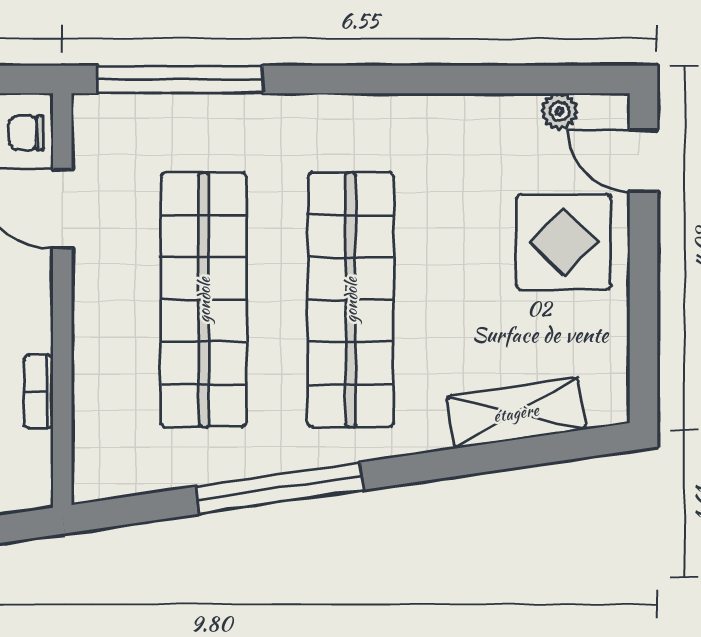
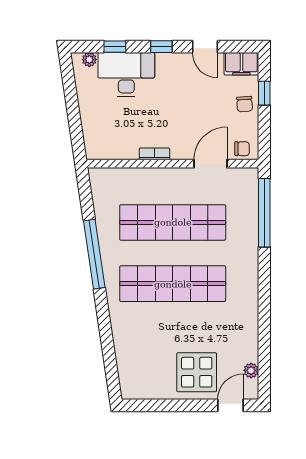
chair: (26, 133) -> (242, 149), turned 90
bookcase: (39, 391) -> (154, 154), moved
shelving: (516, 413) -> (126, 352), removed

